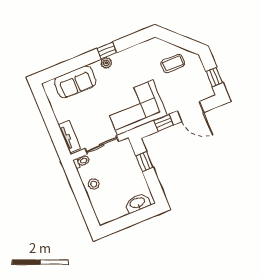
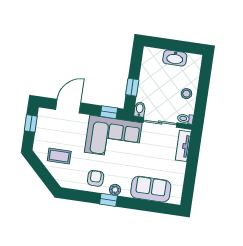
armchair: (129, 63) -> (96, 178), added
door: (191, 112) -> (68, 106), hinge flipped
window: (164, 123) -> (109, 112), moved
bidet: (127, 146) -> (140, 109), added
washbasin: (138, 203) -> (175, 58), moved

